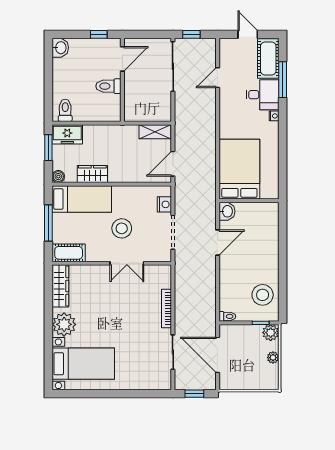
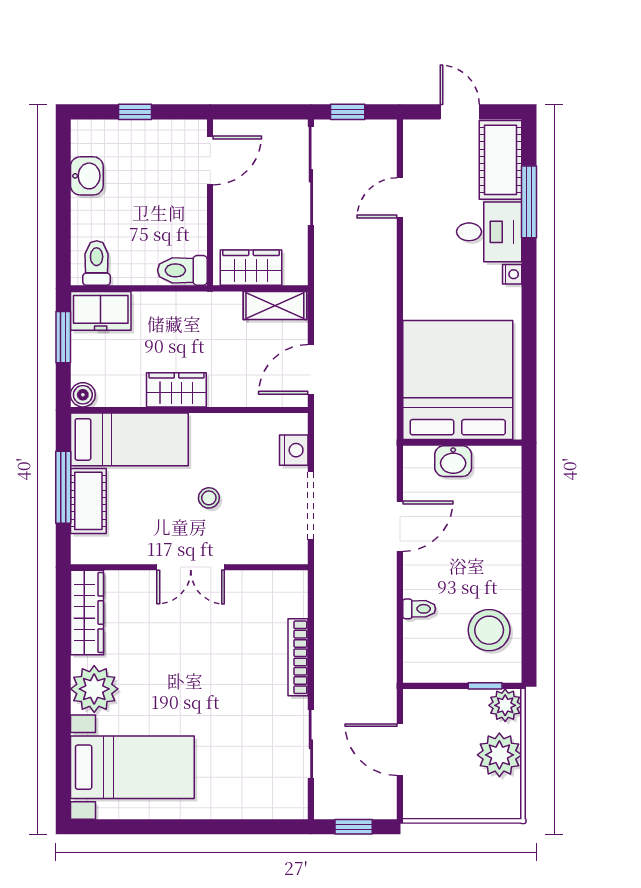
window: (99, 34) -> (135, 112), moved
washbasin: (60, 48) -> (87, 176), moved
toilet: (108, 86) -> (182, 270), moved
wardrobe: (143, 113) -> (251, 268), added
bed: (239, 169) -> (458, 380), width x1.36
wardrobe: (92, 174) -> (176, 390), moved
washbasin: (227, 211) -> (453, 461), moved, turned 90
stool: (122, 228) -> (209, 498), width x0.53, depth x0.53
cot: (69, 253) -> (88, 501), moved, turned 90
double door: (127, 263) -> (191, 567), moved
toilet: (227, 316) -> (419, 609), moved
door: (218, 355) -> (400, 750), width x0.73
plant: (273, 358) -> (499, 755), width x1.88, depth x1.88

